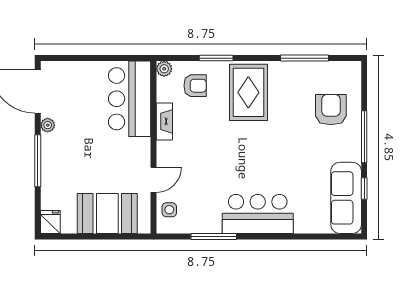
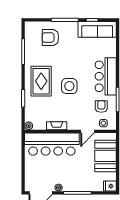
armchair: (195, 86) -> (101, 107), moved
rug: (248, 92) -> (41, 81), turned 90
bar counter: (130, 99) -> (52, 144), width x1.36
side table: (239, 145) -> (69, 86), added
door: (153, 180) -> (87, 131), swing flipped

